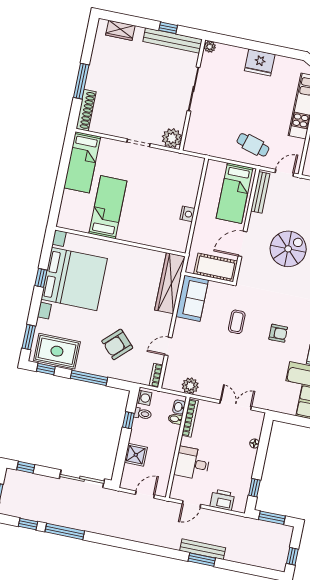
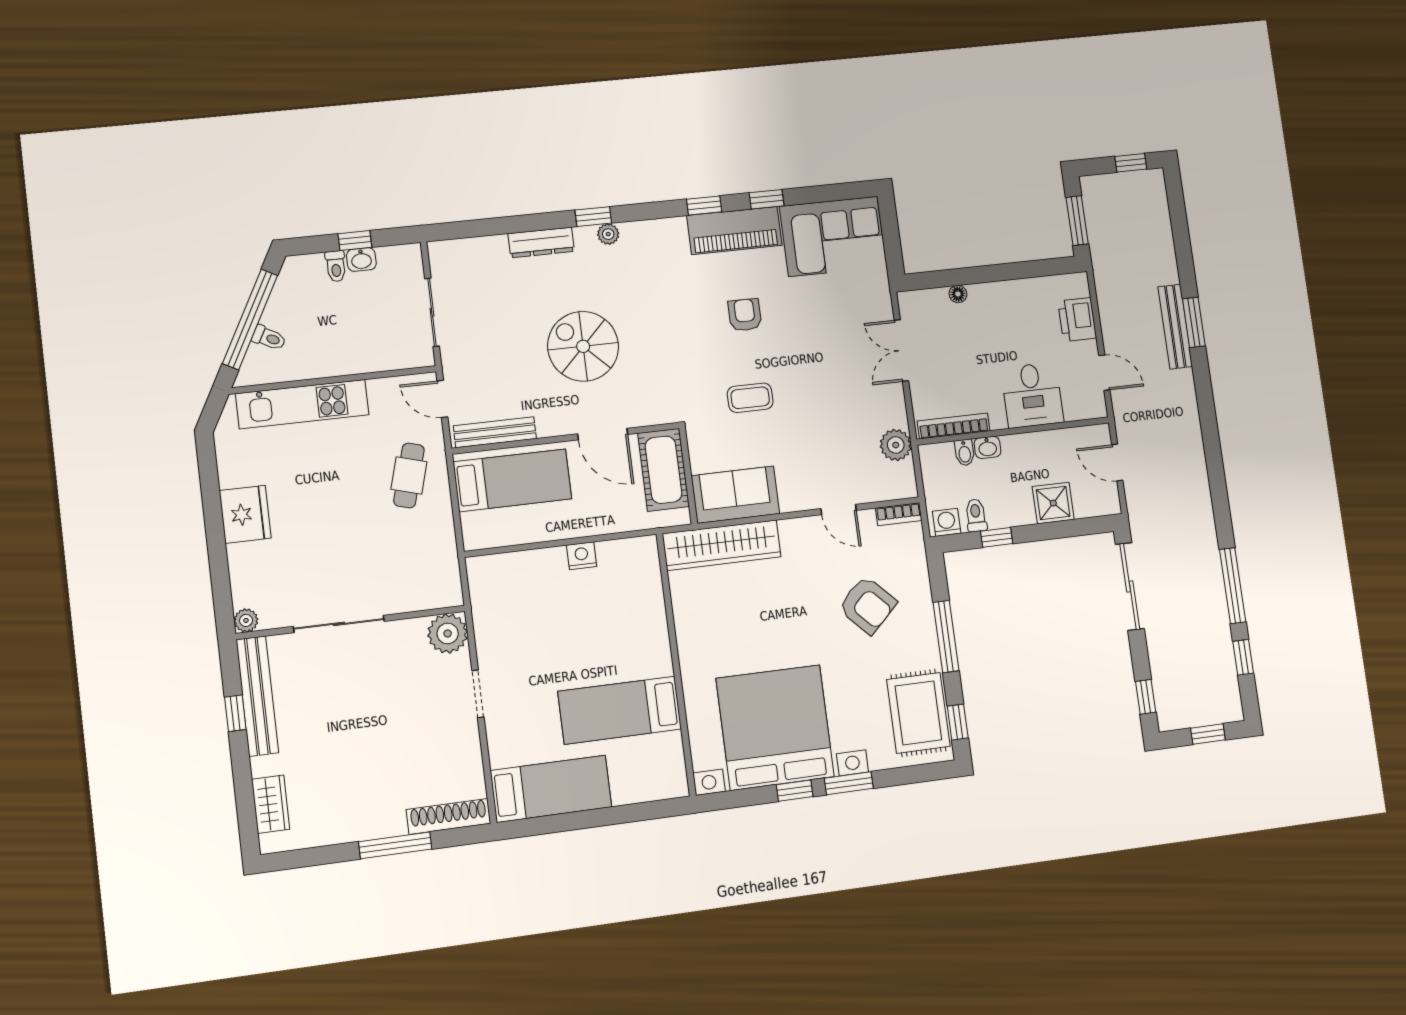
window: (29, 337) -> (849, 783), moved
washbasin: (179, 407) -> (987, 447), moved
window: (254, 488) -> (1036, 269), removed

